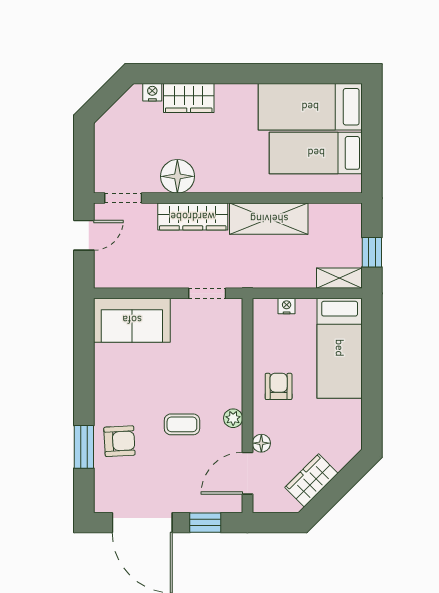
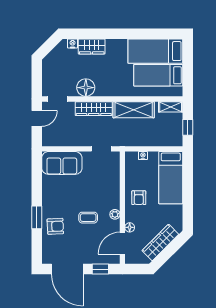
shelving: (339, 278) -> (171, 107), moved
armchair: (279, 386) -> (139, 198), turned 180
window: (84, 447) -> (37, 217), moved
wardrobe: (311, 480) -> (160, 242), width x1.50

